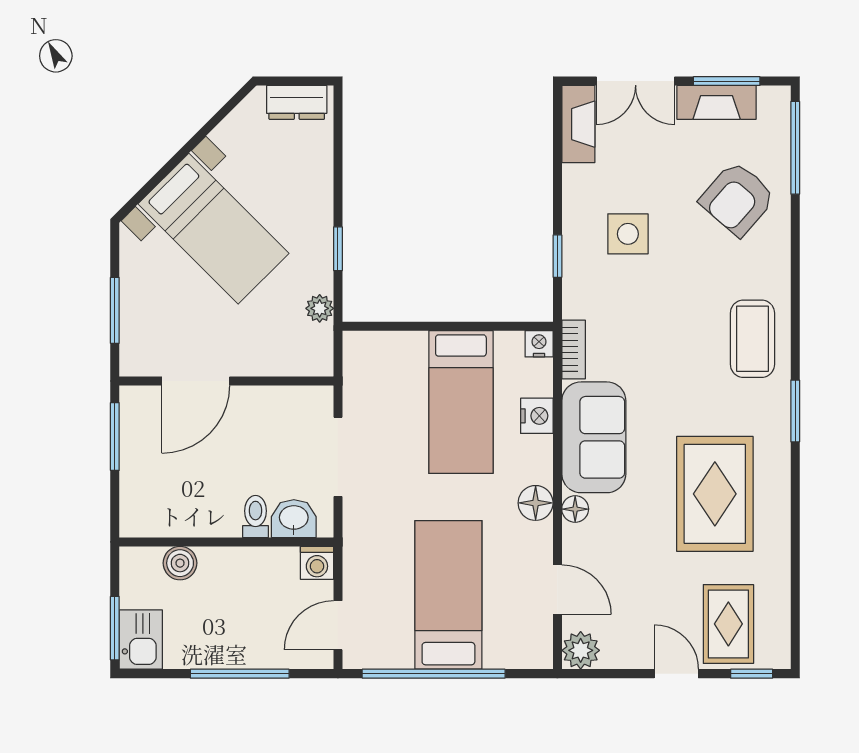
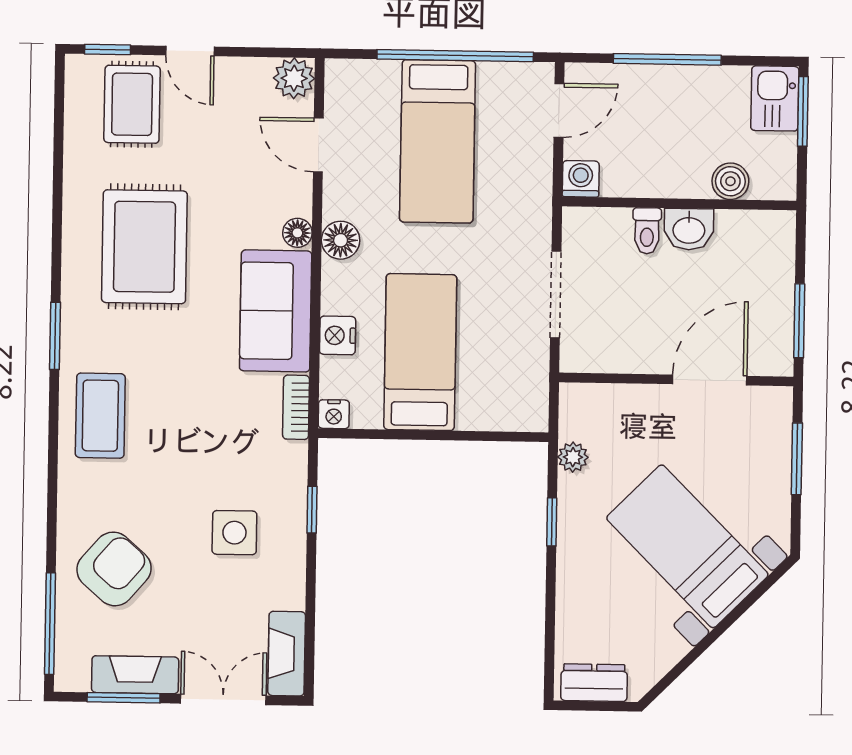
washbasin: (294, 519) -> (689, 229), moved

